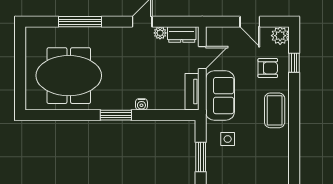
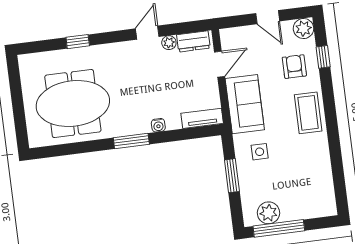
window: (80, 22) -> (78, 42), width x0.46
armchair: (268, 68) -> (294, 67), turned -90
tv unit: (192, 91) -> (202, 118), moved, turned 90

